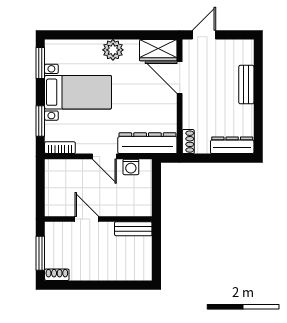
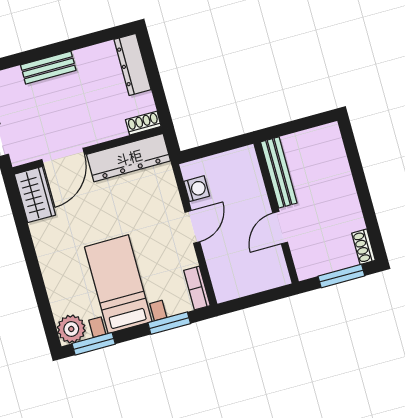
plant: (113, 50) -> (71, 329), moved
dresser: (147, 143) -> (129, 158), moved, turned -90
bench: (133, 229) -> (279, 172), width x1.36

